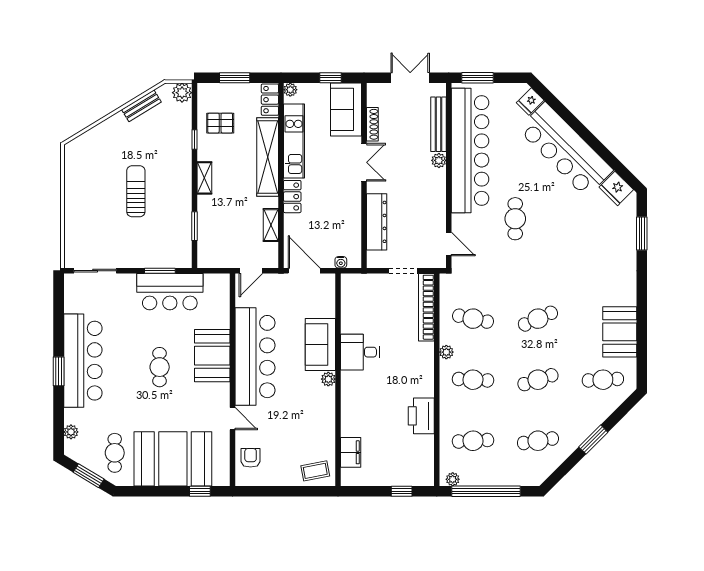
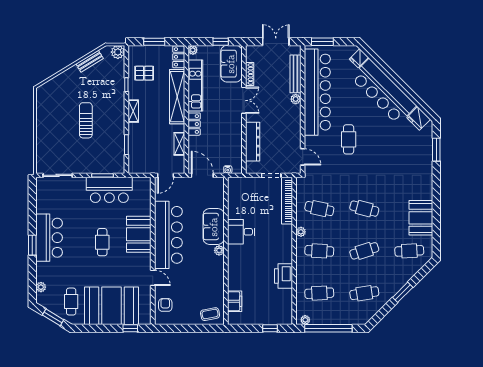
cafe table: (538, 319) -> (364, 209), turned 39
bar counter: (83, 361) -> (49, 238), width x0.73

